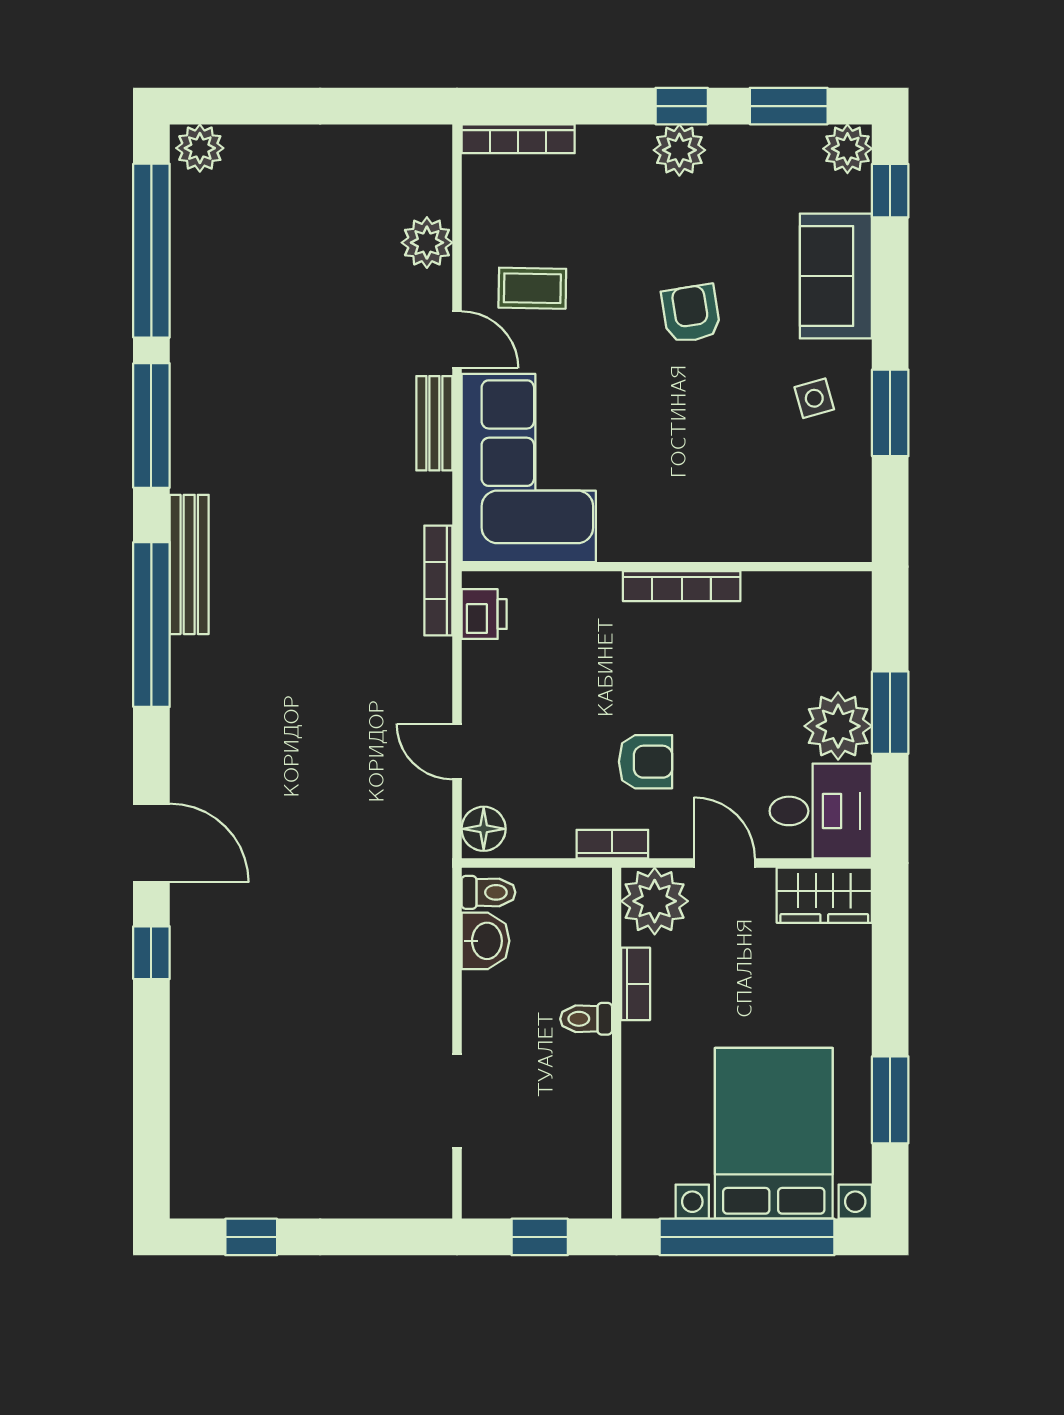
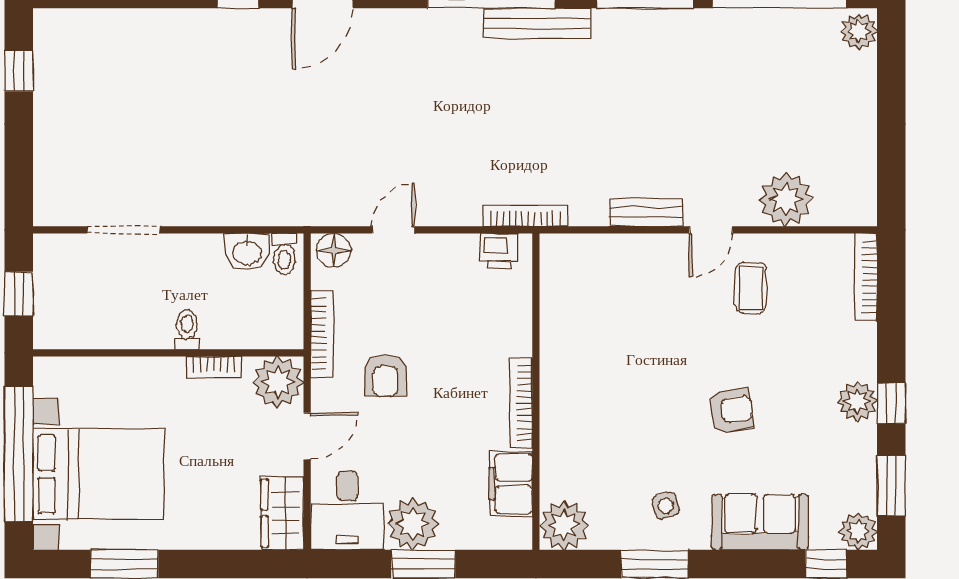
plant: (427, 243) -> (786, 200), width x1.36, depth x1.36
corner sofa: (529, 468) -> (612, 285), removed
plant: (840, 530) -> (564, 525), added
filing cabinet: (786, 599) -> (511, 484), added
bookcase: (612, 844) -> (322, 334), width x1.56

